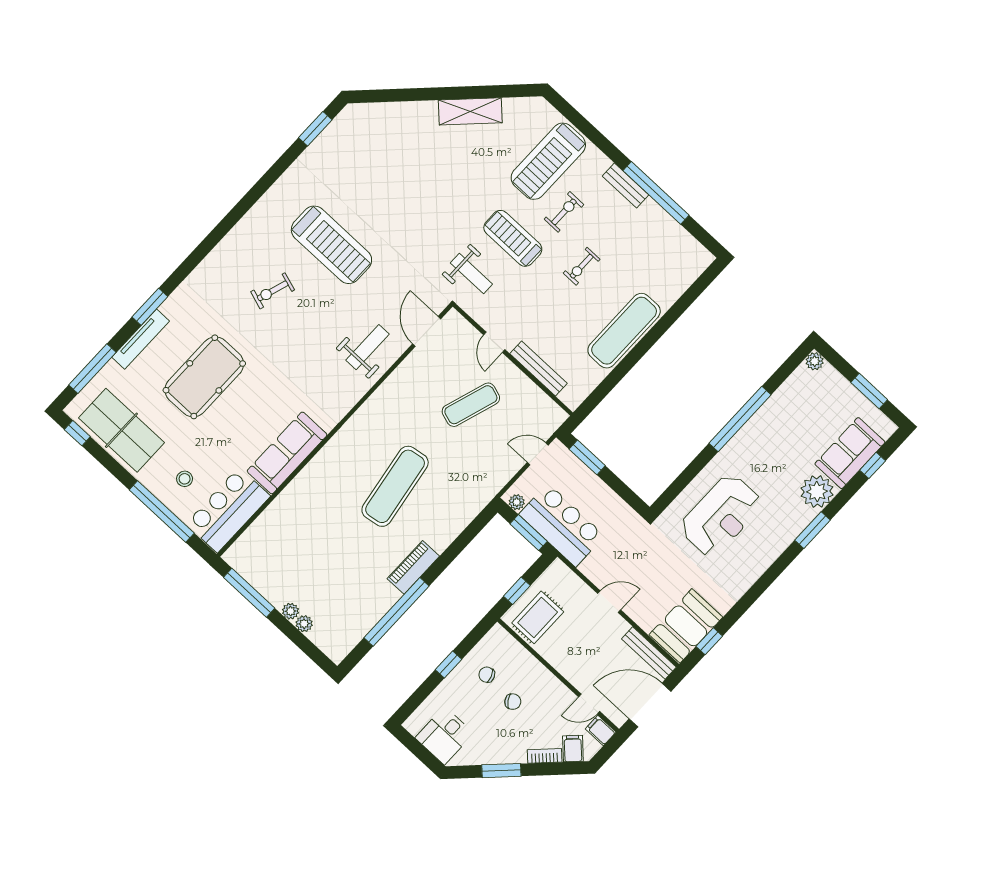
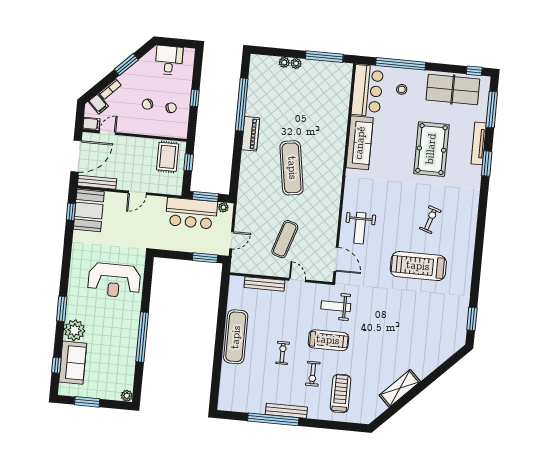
treadmill: (548, 161) -> (341, 393), width x0.73, depth x0.73
bench: (626, 185) -> (286, 411), width x1.36
reception desk: (721, 516) -> (114, 280), turned -90

